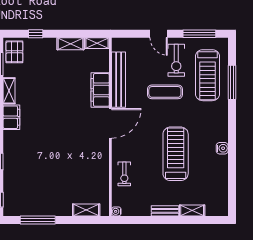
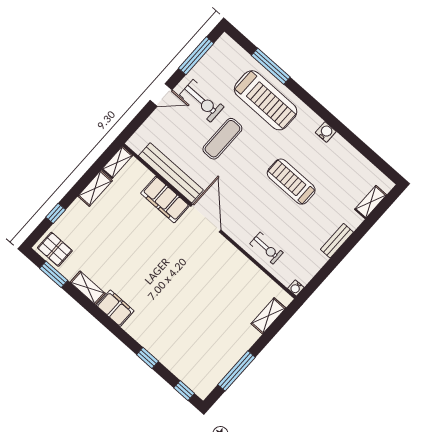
treadmill: (207, 75) -> (266, 100), moved
treadmill: (176, 154) -> (291, 182), width x0.73, depth x0.73
shelving: (192, 210) -> (371, 202), moved

